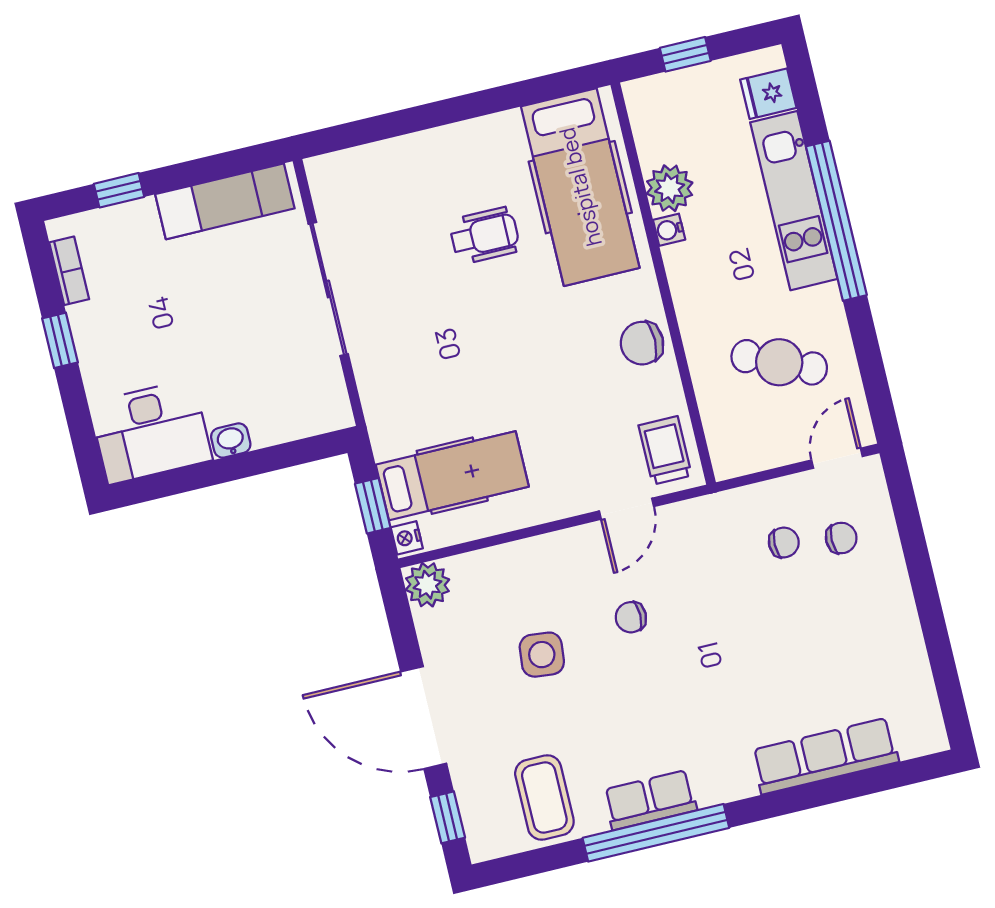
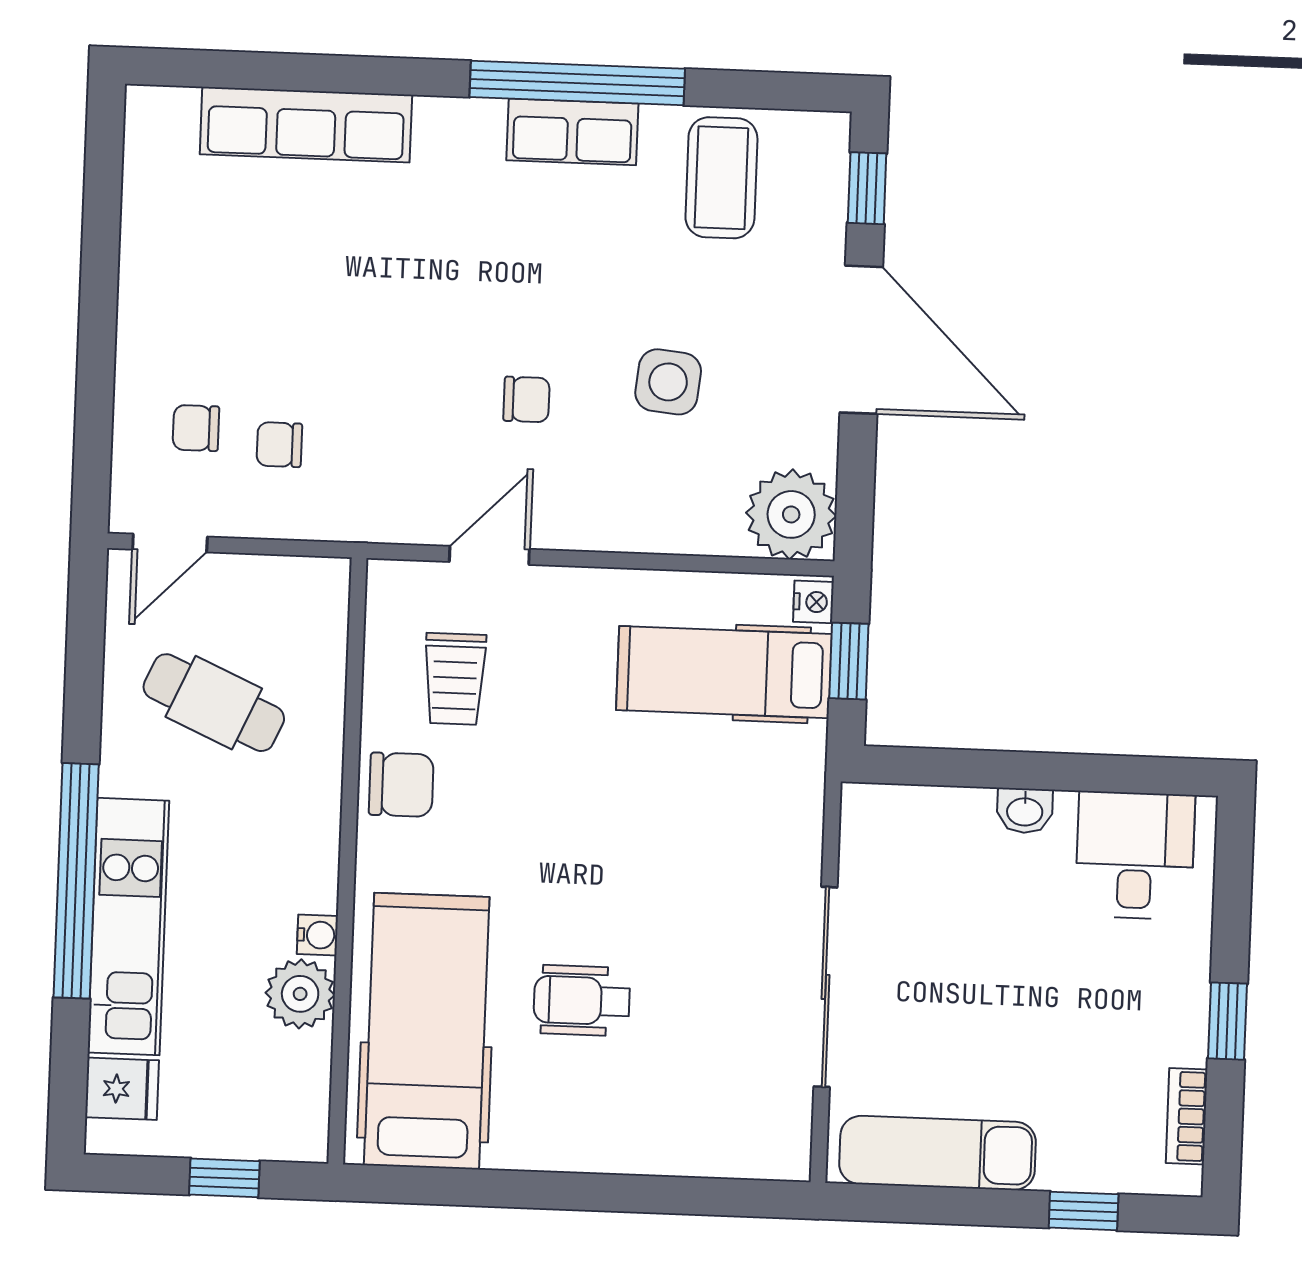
desk: (151, 432) -> (1135, 855), width x0.73
trolley: (665, 450) -> (455, 679), moved
plant: (427, 585) -> (791, 514), width x1.36, depth x1.36

